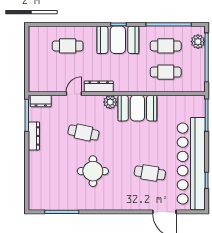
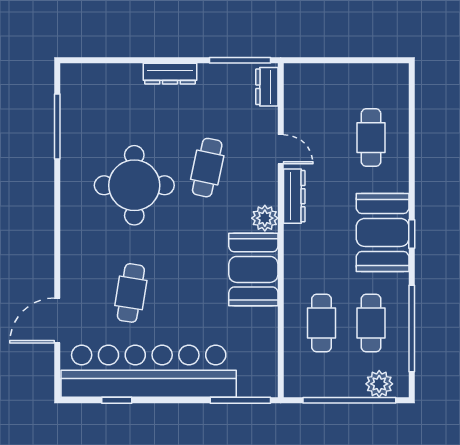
dresser: (34, 136) -> (170, 74), moved
round table: (93, 171) -> (134, 185), width x1.36, depth x1.36

